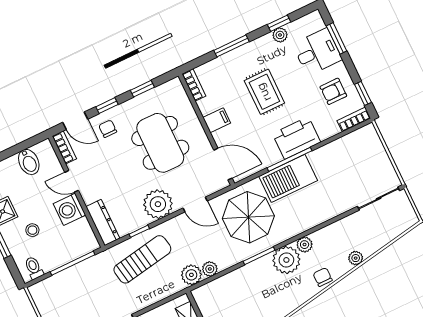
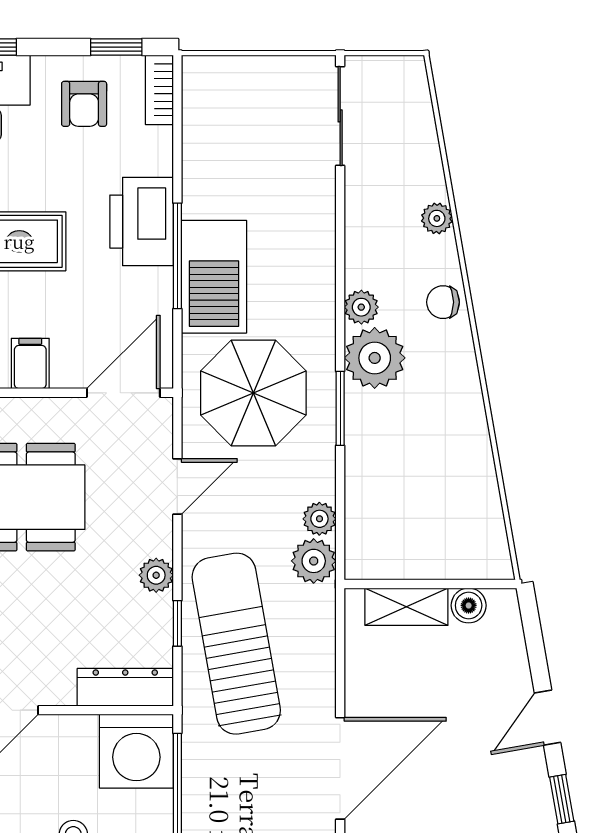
plant: (158, 204) -> (156, 575), width x0.53, depth x0.53
washing machine: (69, 209) -> (136, 751), moved, width x1.37, depth x1.37
sun lounger: (142, 259) -> (236, 644), width x1.36, depth x1.34

